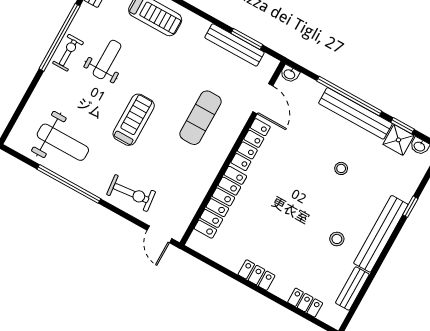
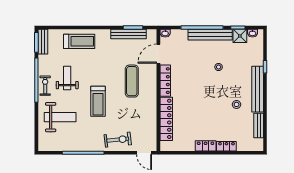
door: (263, 99) -> (158, 54), swing flipped
treadmill: (134, 120) -> (98, 101), turned 180
weight bench: (63, 142) -> (60, 117), moved
locker: (305, 303) -> (226, 146), moved

